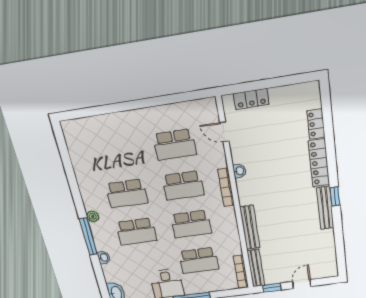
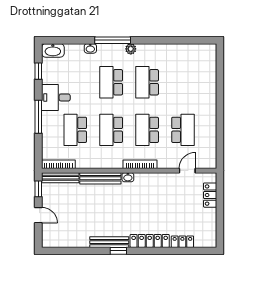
school desk: (175, 145) -> (183, 130), turned 180
washbasin: (239, 171) -> (128, 177), moved

